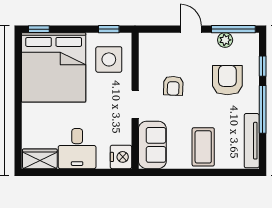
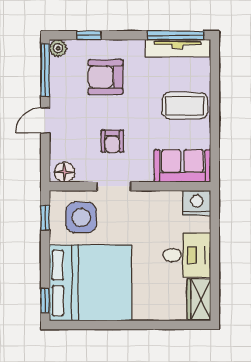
plant: (225, 40) -> (58, 48), moved
floor lamp: (147, 45) -> (65, 172), added
armchair: (173, 86) -> (112, 141), turned 88
doorway: (135, 104) -> (114, 186), moved
window: (263, 109) -> (176, 35), moved

